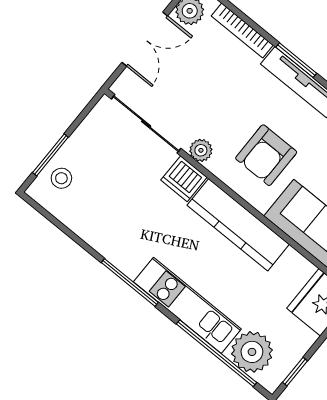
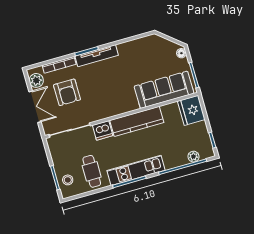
plant: (201, 150) -> (96, 115), removed
armchair: (266, 155) -> (67, 92), moved
cafe table: (103, 208) -> (92, 171), added
kitchen unit: (187, 305) -> (136, 170), moved
plant: (252, 352) -> (194, 157), width x0.53, depth x0.53

